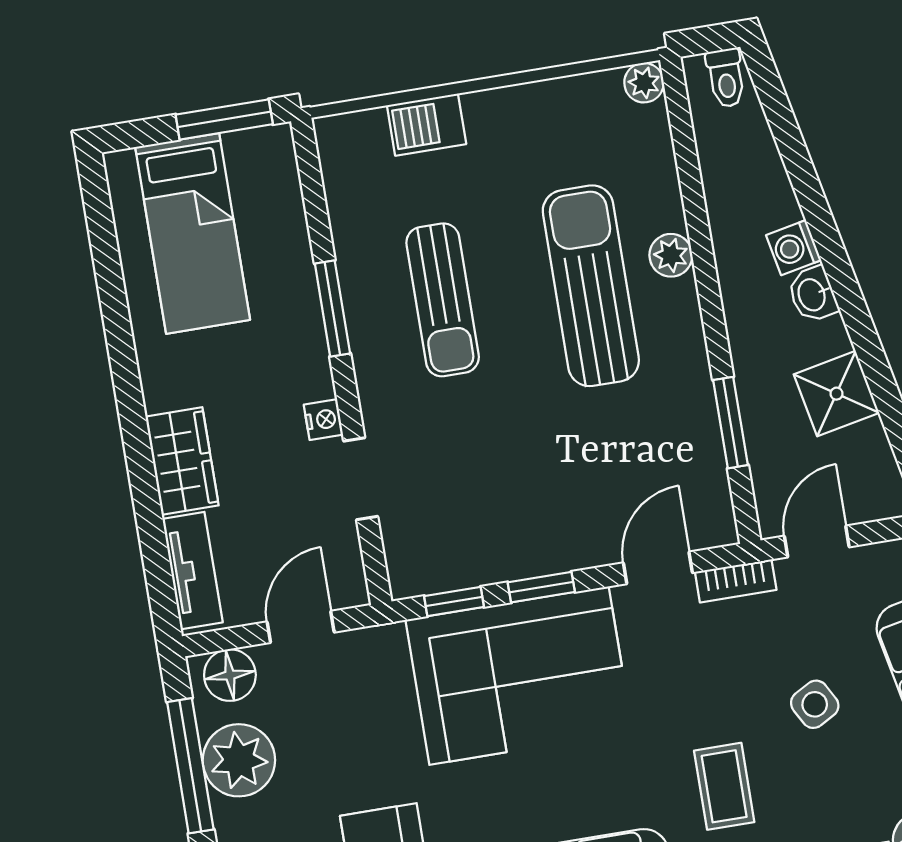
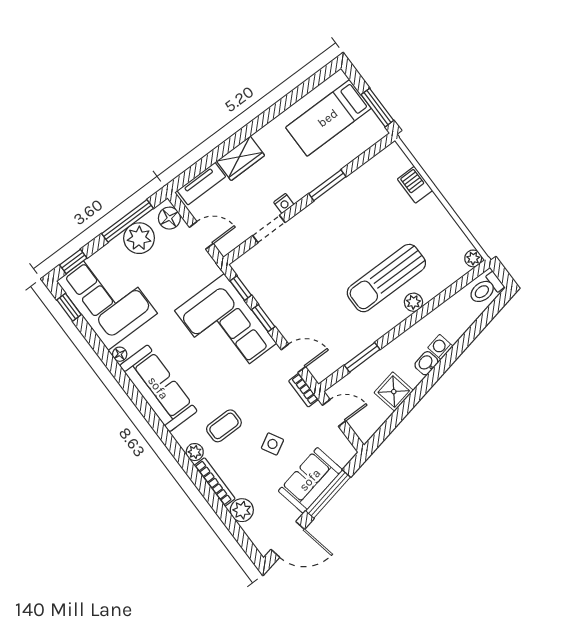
toilet: (726, 78) -> (486, 289), width x1.37, depth x1.39
sun lounger: (591, 286) -> (386, 278), turned 180
sun lounger: (443, 300) -> (352, 225), removed

